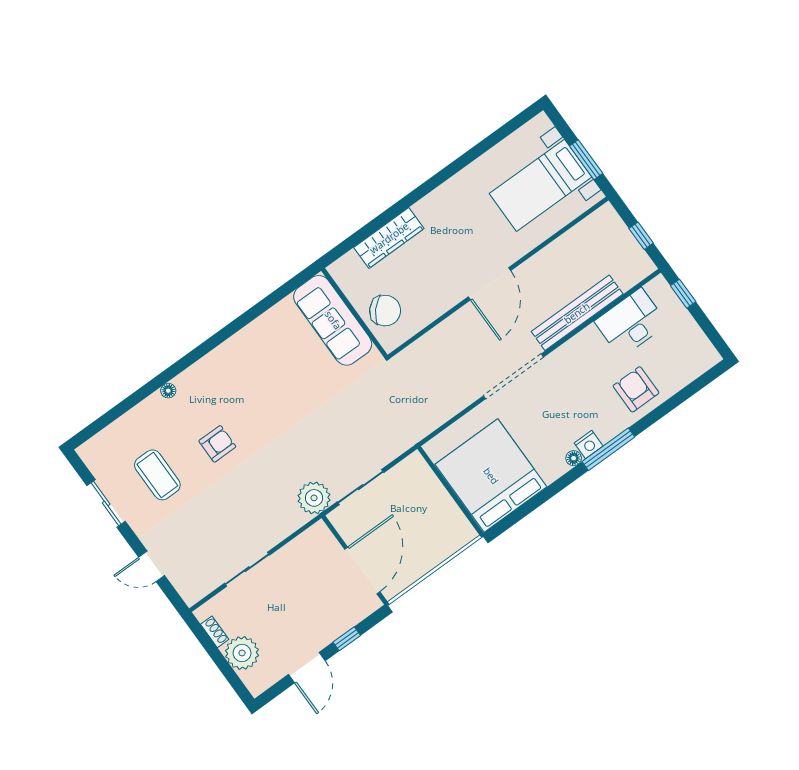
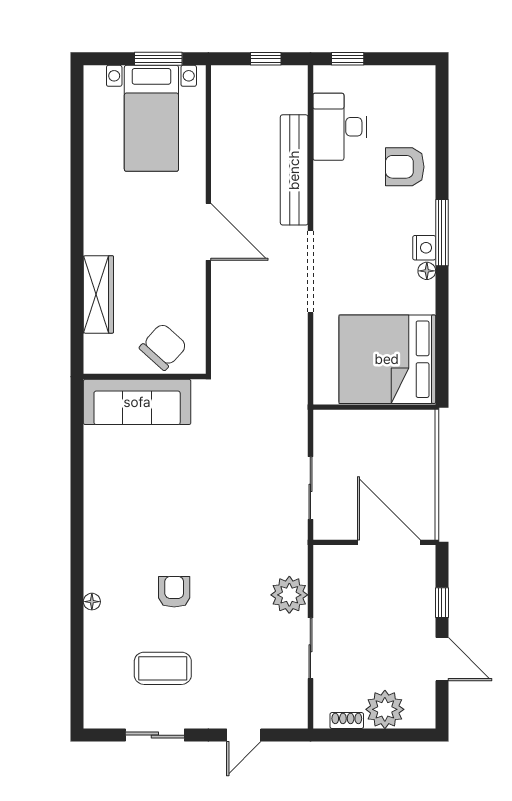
plant: (314, 498) -> (289, 595), moved

